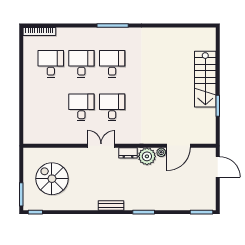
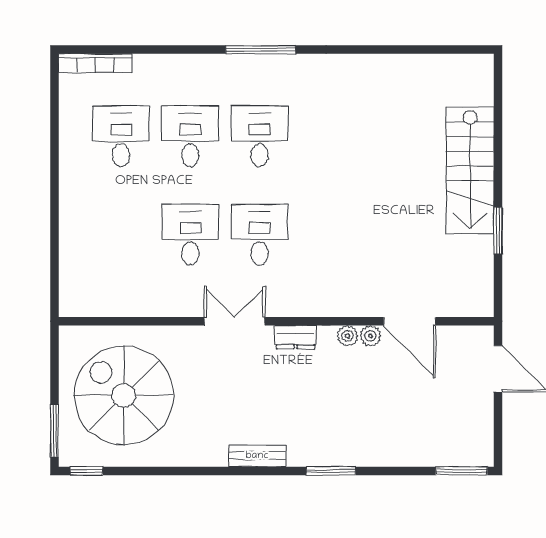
door: (179, 146) -> (410, 321), hinge flipped
plant: (147, 156) -> (347, 336), width x0.53, depth x0.53
spiral stairs: (52, 179) -> (124, 395), width x1.37, depth x1.37

